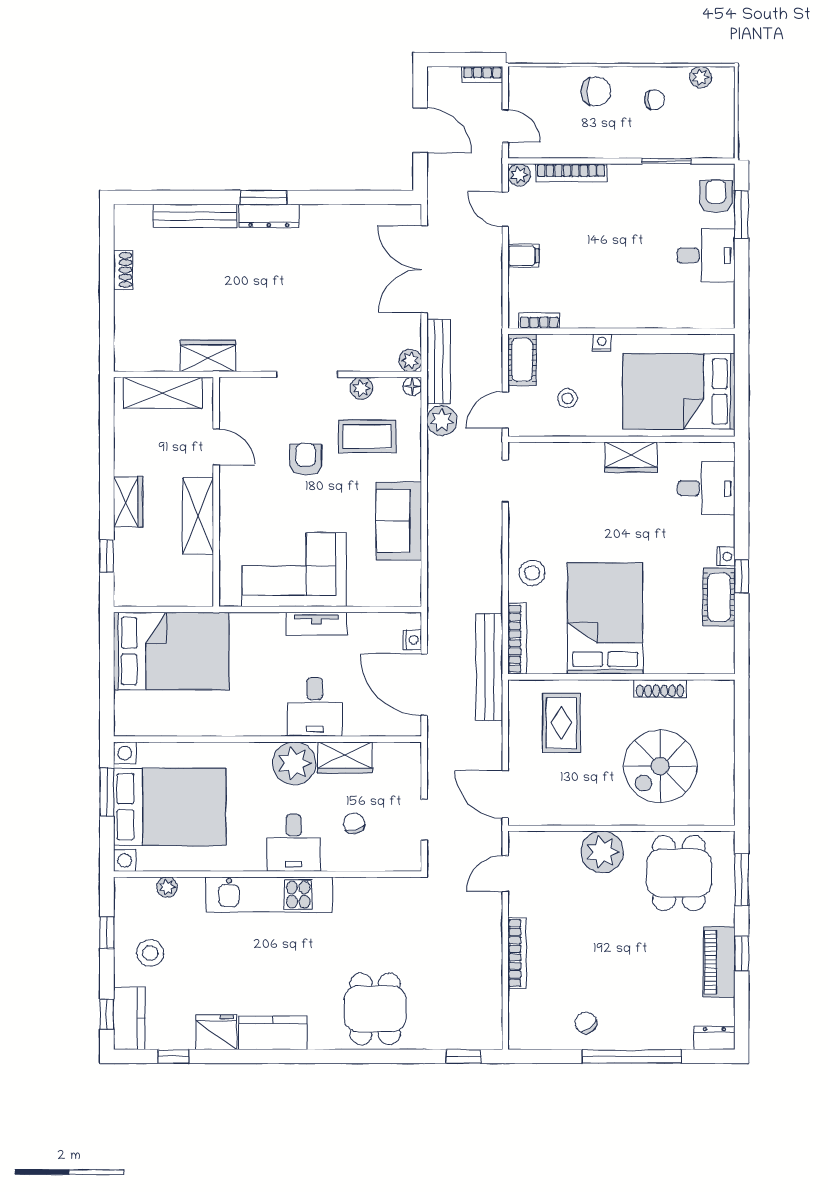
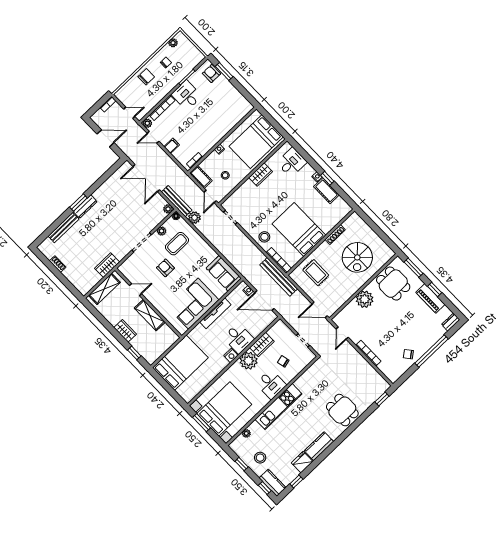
desk: (706, 255) -> (187, 95), moved, turned -90
sofa: (399, 521) -> (224, 273), moved
tv unit: (316, 624) -> (215, 313), width x1.41
nightstand: (272, 724) -> (231, 356), added

